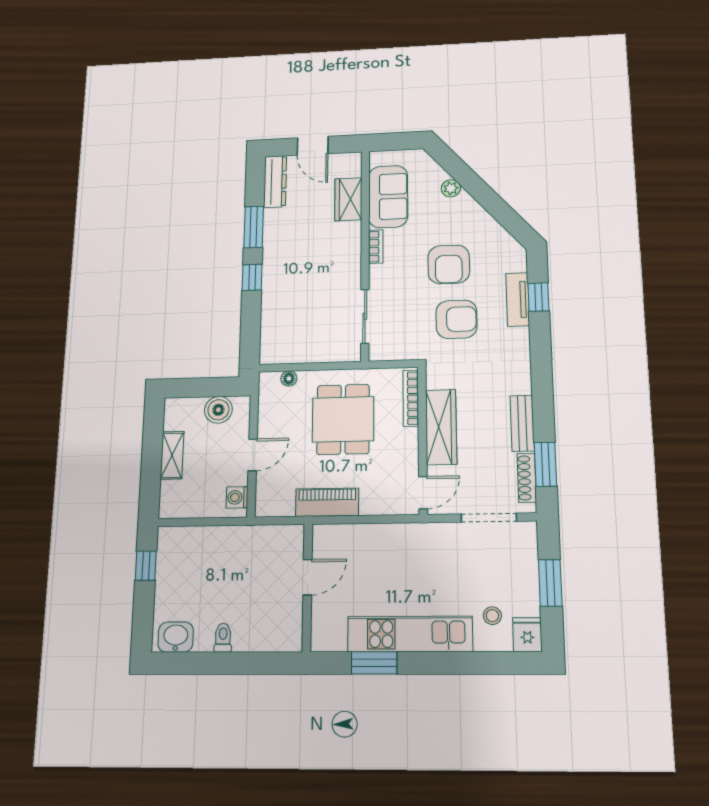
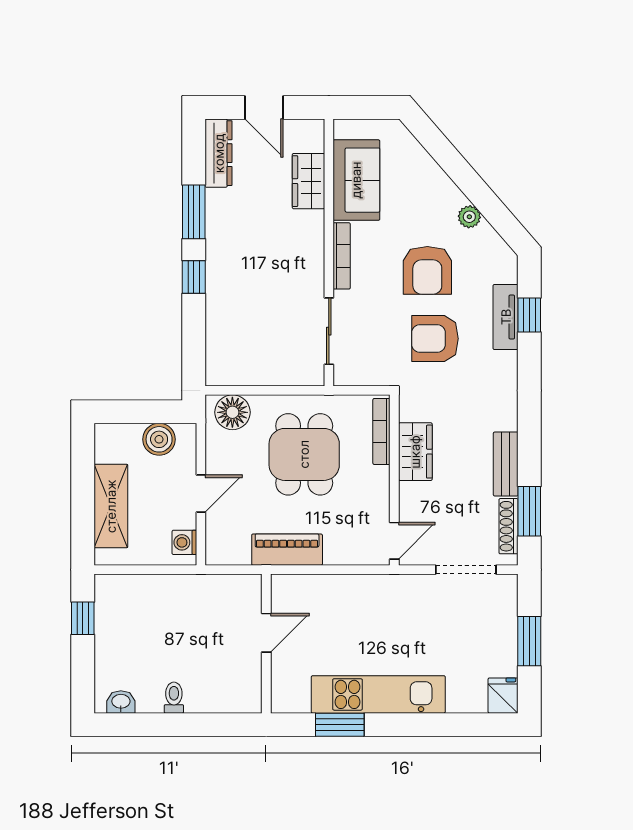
plant: (451, 188) -> (469, 217), moved
bookcase: (376, 247) -> (342, 256), width x1.56
armchair: (456, 319) -> (435, 339), turned 180
floor lamp: (289, 379) -> (232, 412), width x1.89, depth x1.89
wardrobe: (441, 427) -> (415, 452), width x0.67
shelving: (172, 455) -> (111, 506), width x1.50, depth x1.33
stool: (492, 616) -> (467, 675), removed
washbasin: (176, 637) -> (121, 702), width x0.72, depth x0.69

